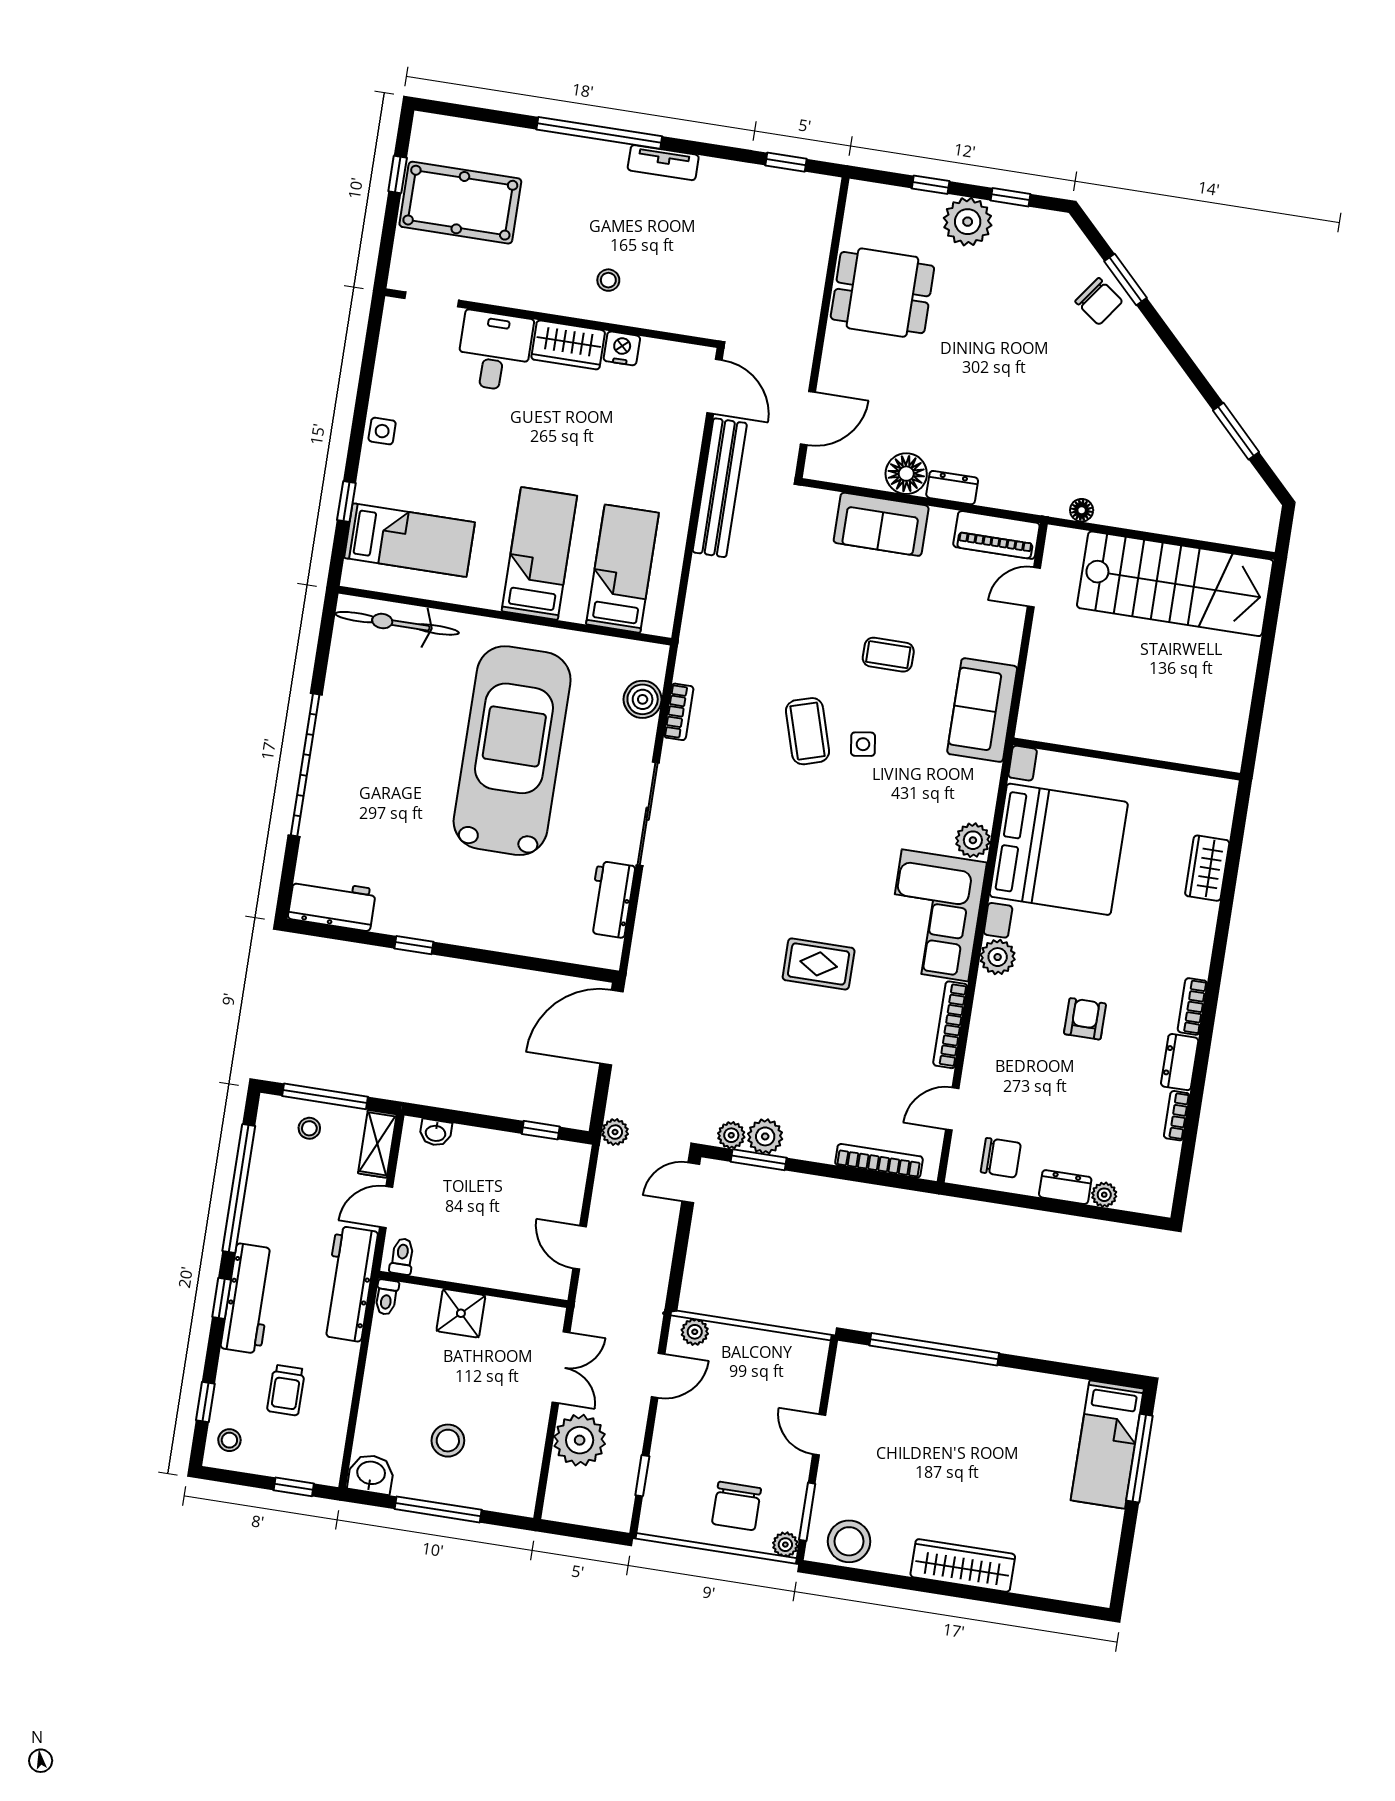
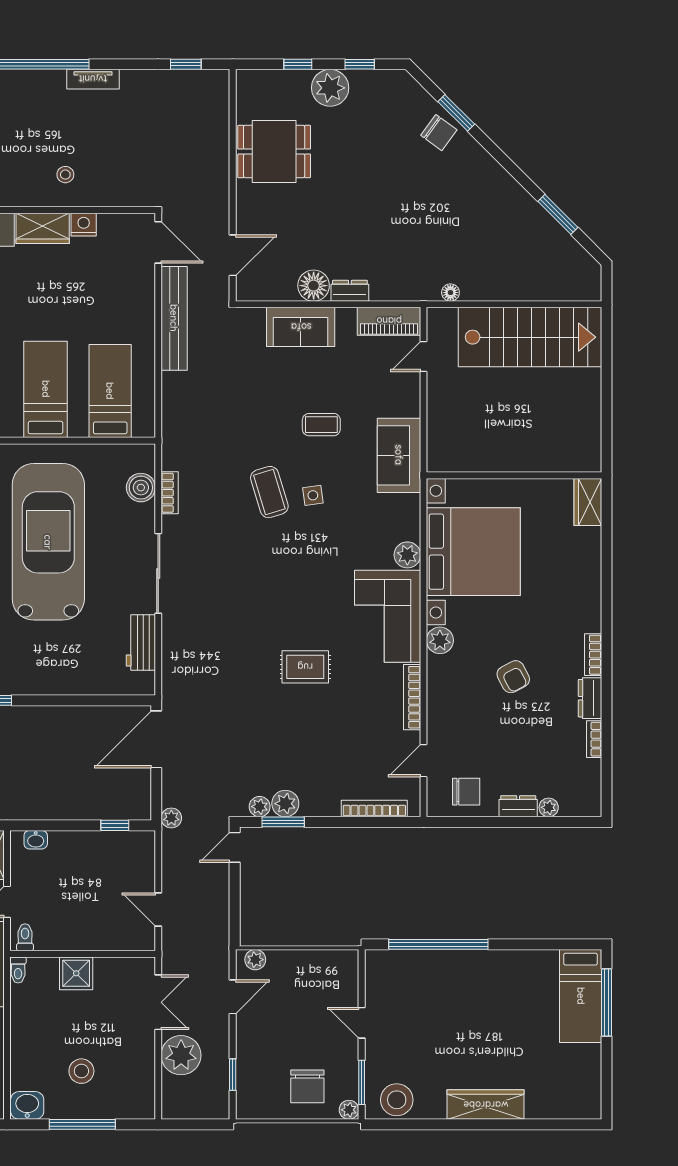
wardrobe: (1207, 868) -> (588, 502), moved
armchair: (1085, 1019) -> (513, 677), turned 152

